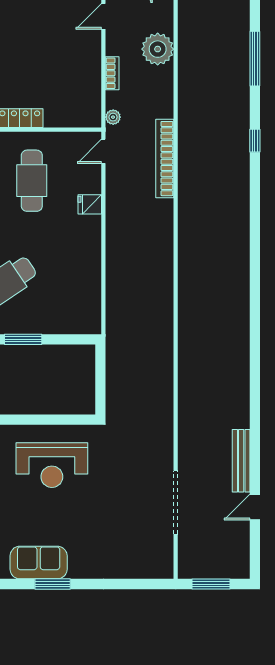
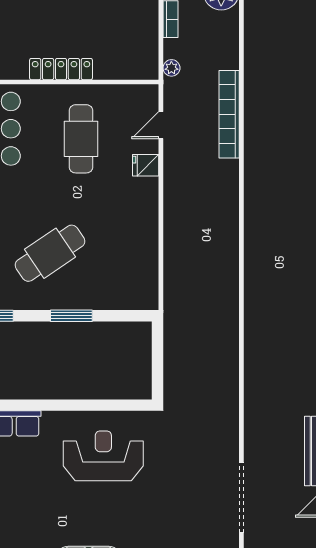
door: (103, 151) -> (161, 125), moved
reception desk: (52, 465) -> (103, 456), turned 180

